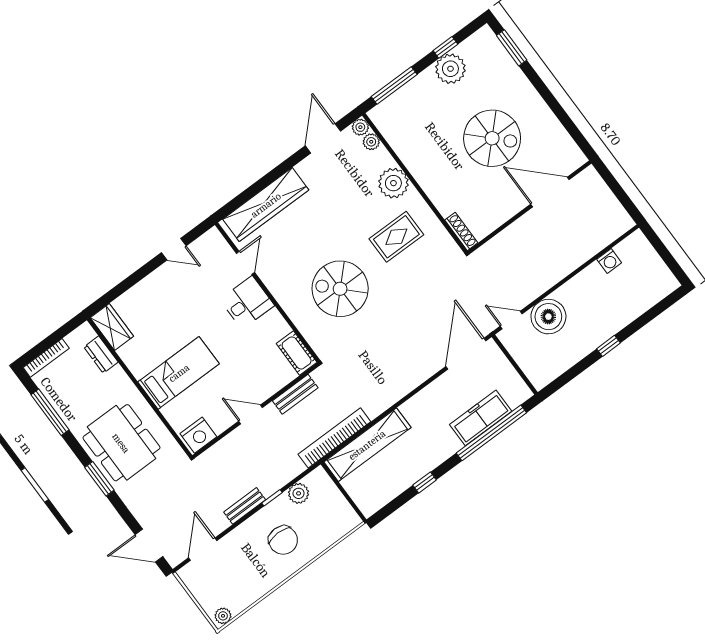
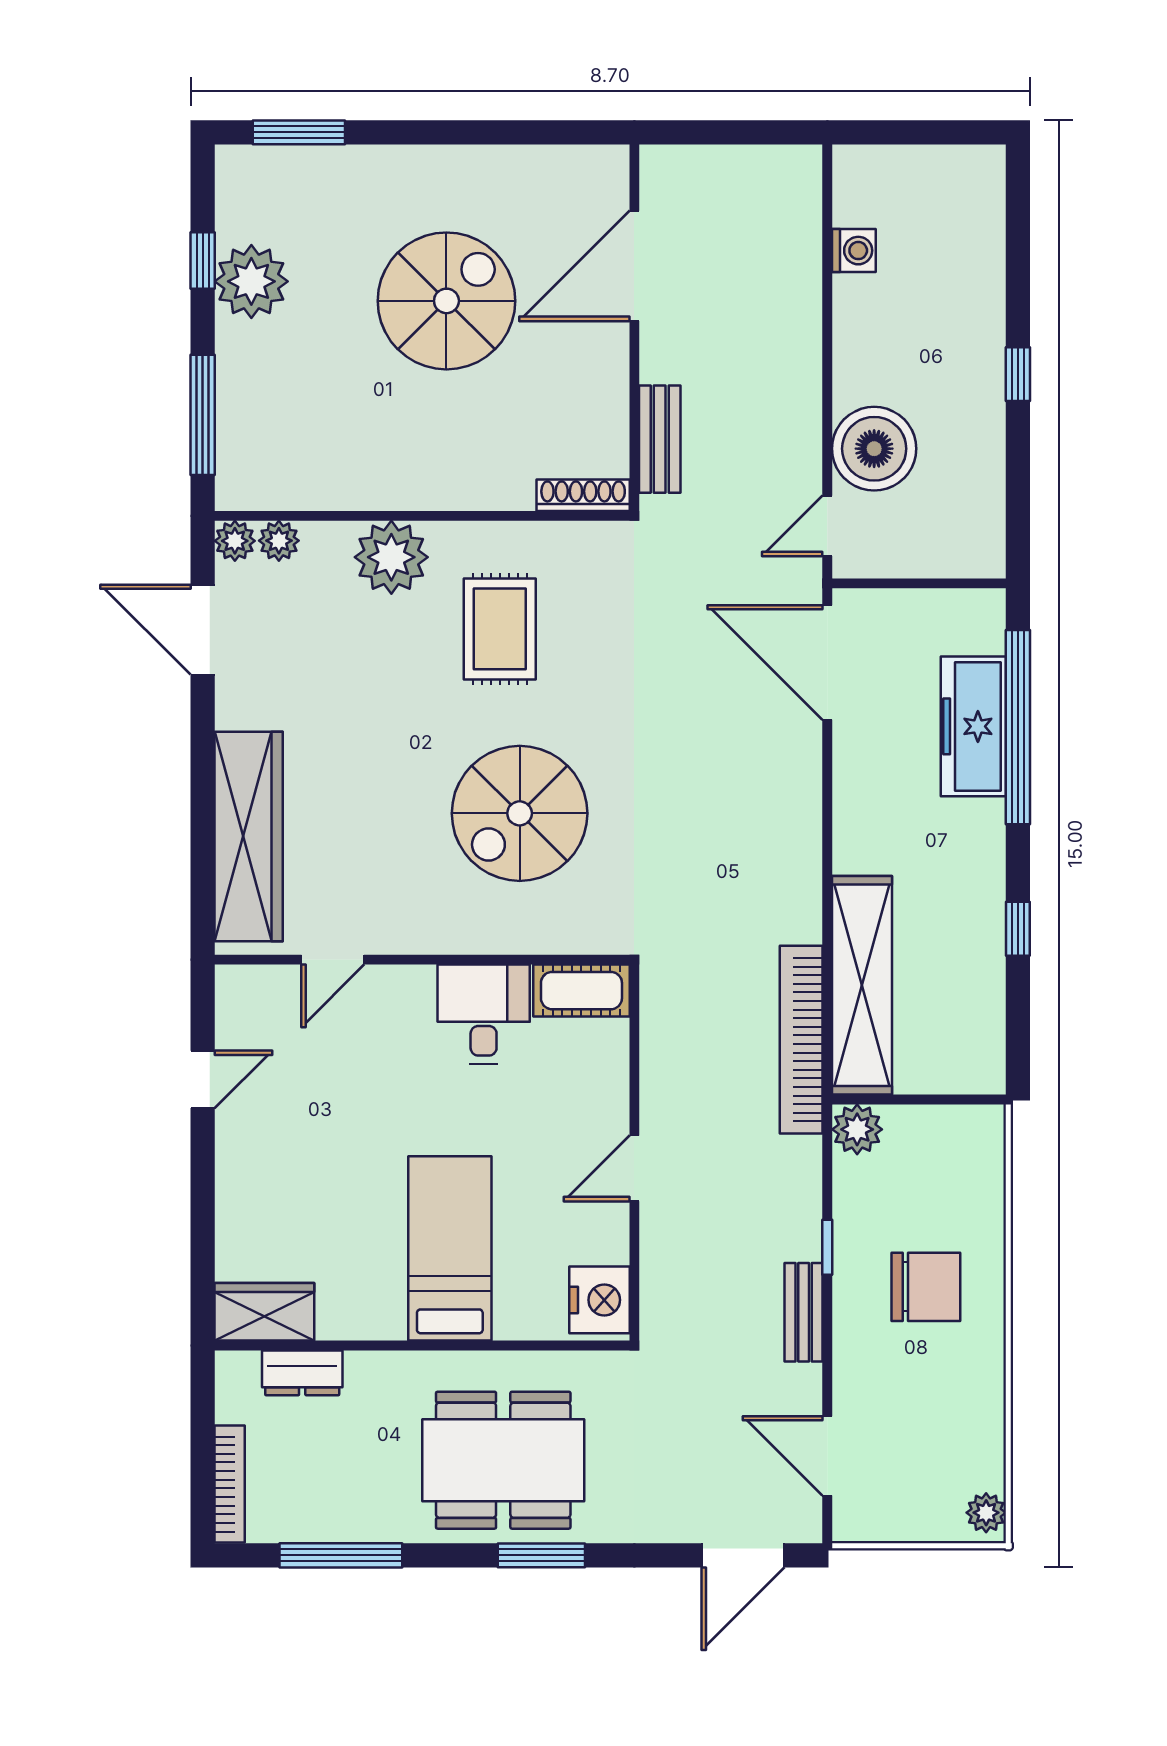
door: (246, 263) -> (333, 960), swing flipped
desk: (247, 303) -> (484, 1014), moved
bench: (295, 394) -> (660, 439), moved
plant: (299, 493) -> (857, 1129), moved

